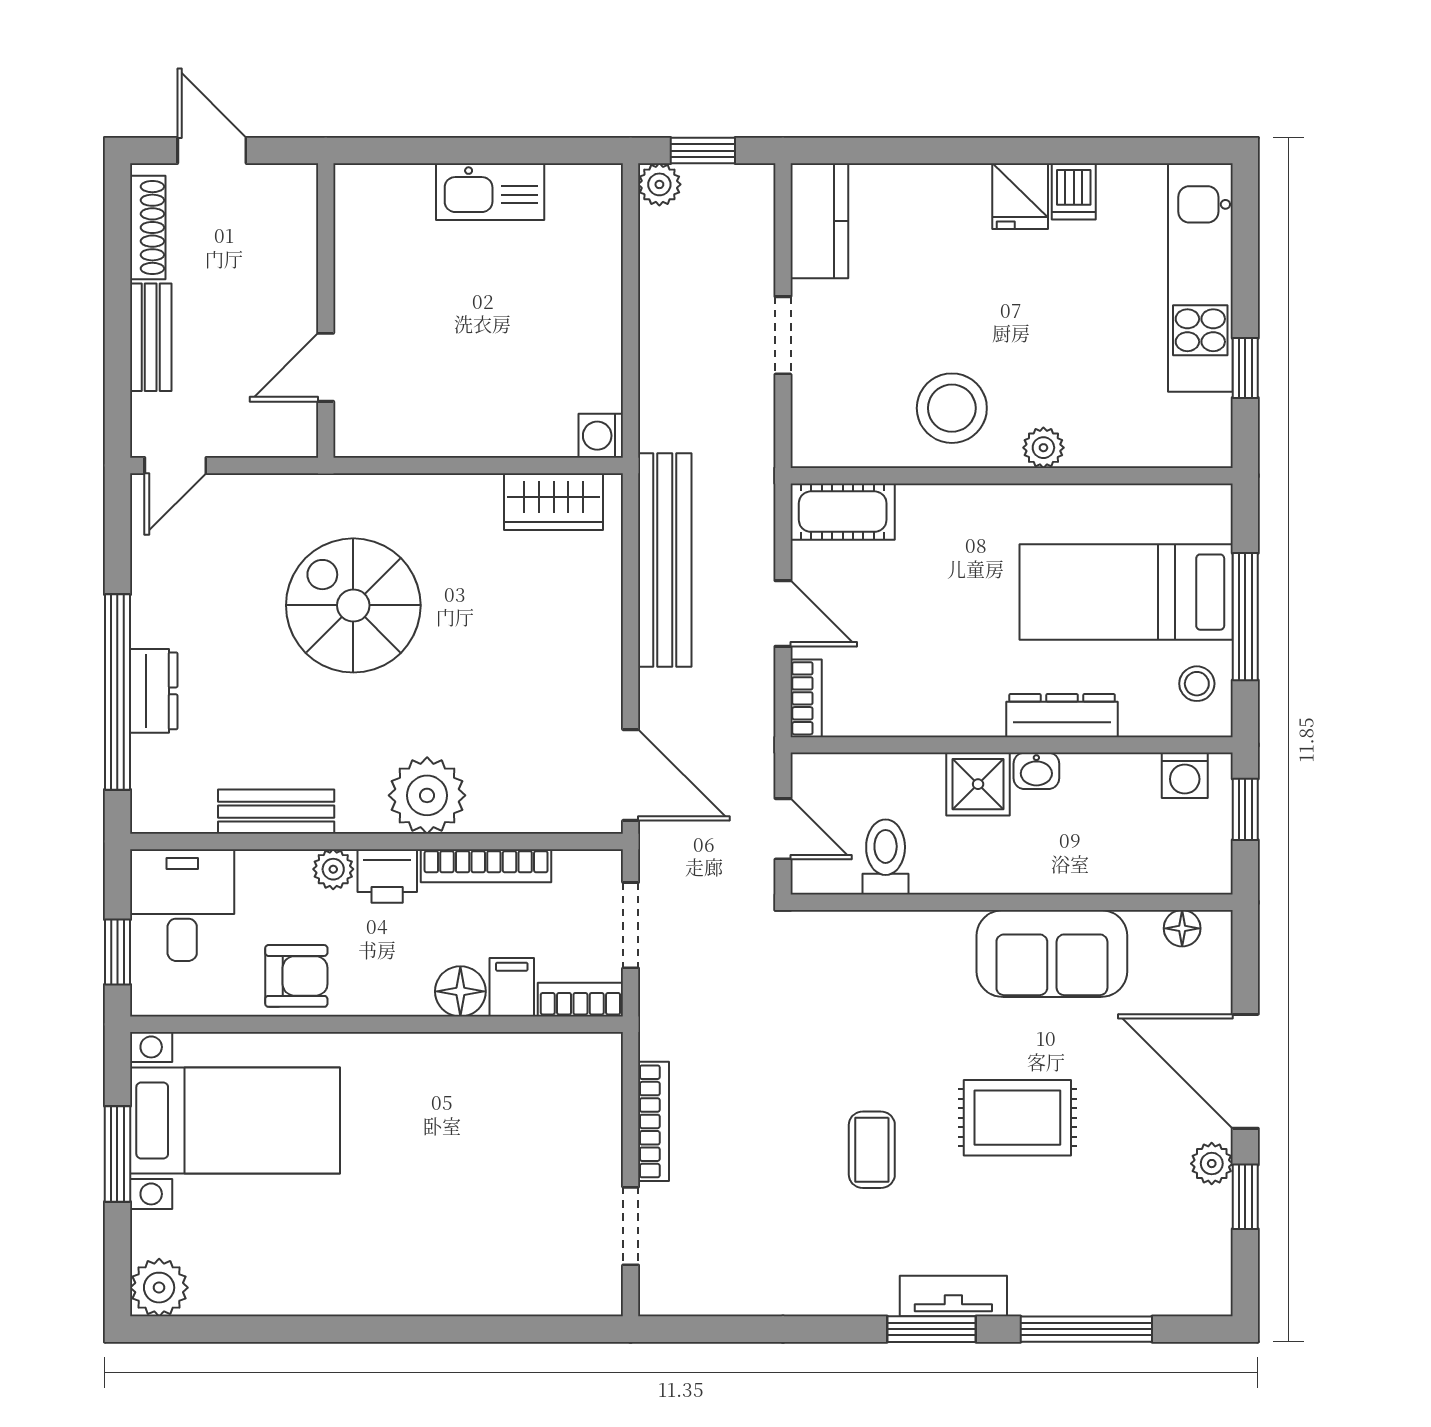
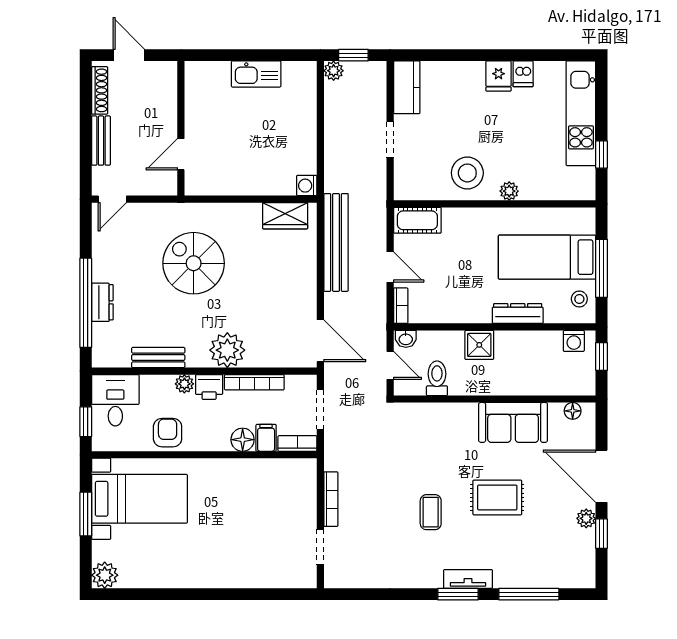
washbasin: (1036, 771) -> (406, 339), moved
armchair: (296, 976) -> (168, 433), turned -90

